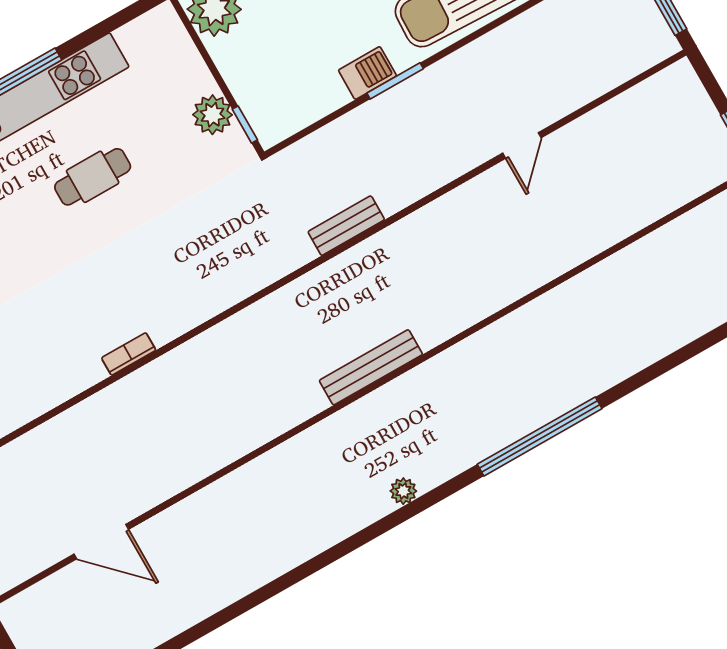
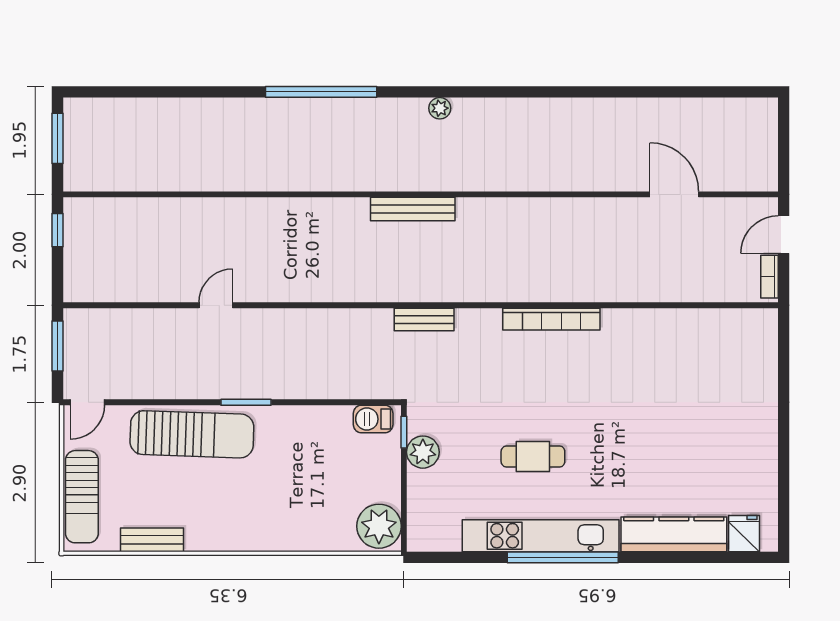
barbecue: (367, 73) -> (373, 419), moved
window: (395, 81) -> (246, 402), moved
bench: (346, 226) -> (424, 319), moved
bookcase: (129, 354) -> (551, 319), width x2.31, depth x1.31

